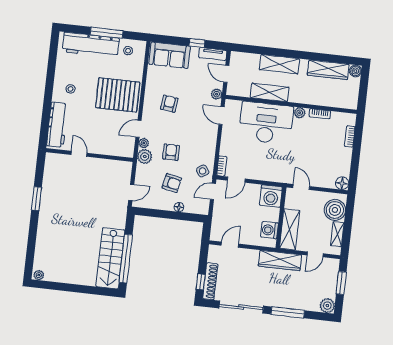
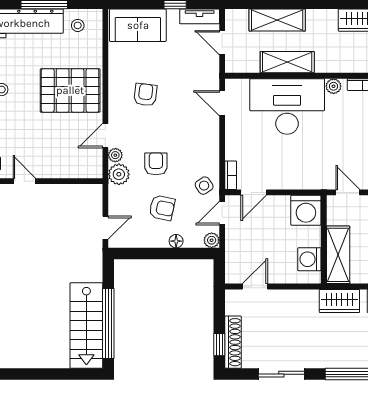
shelving: (279, 64) -> (277, 20), moved
plant: (217, 94) -> (212, 240), moved
wardrobe: (280, 260) -> (339, 301), width x0.67
sliding door: (241, 307) -> (281, 374), width x0.73

